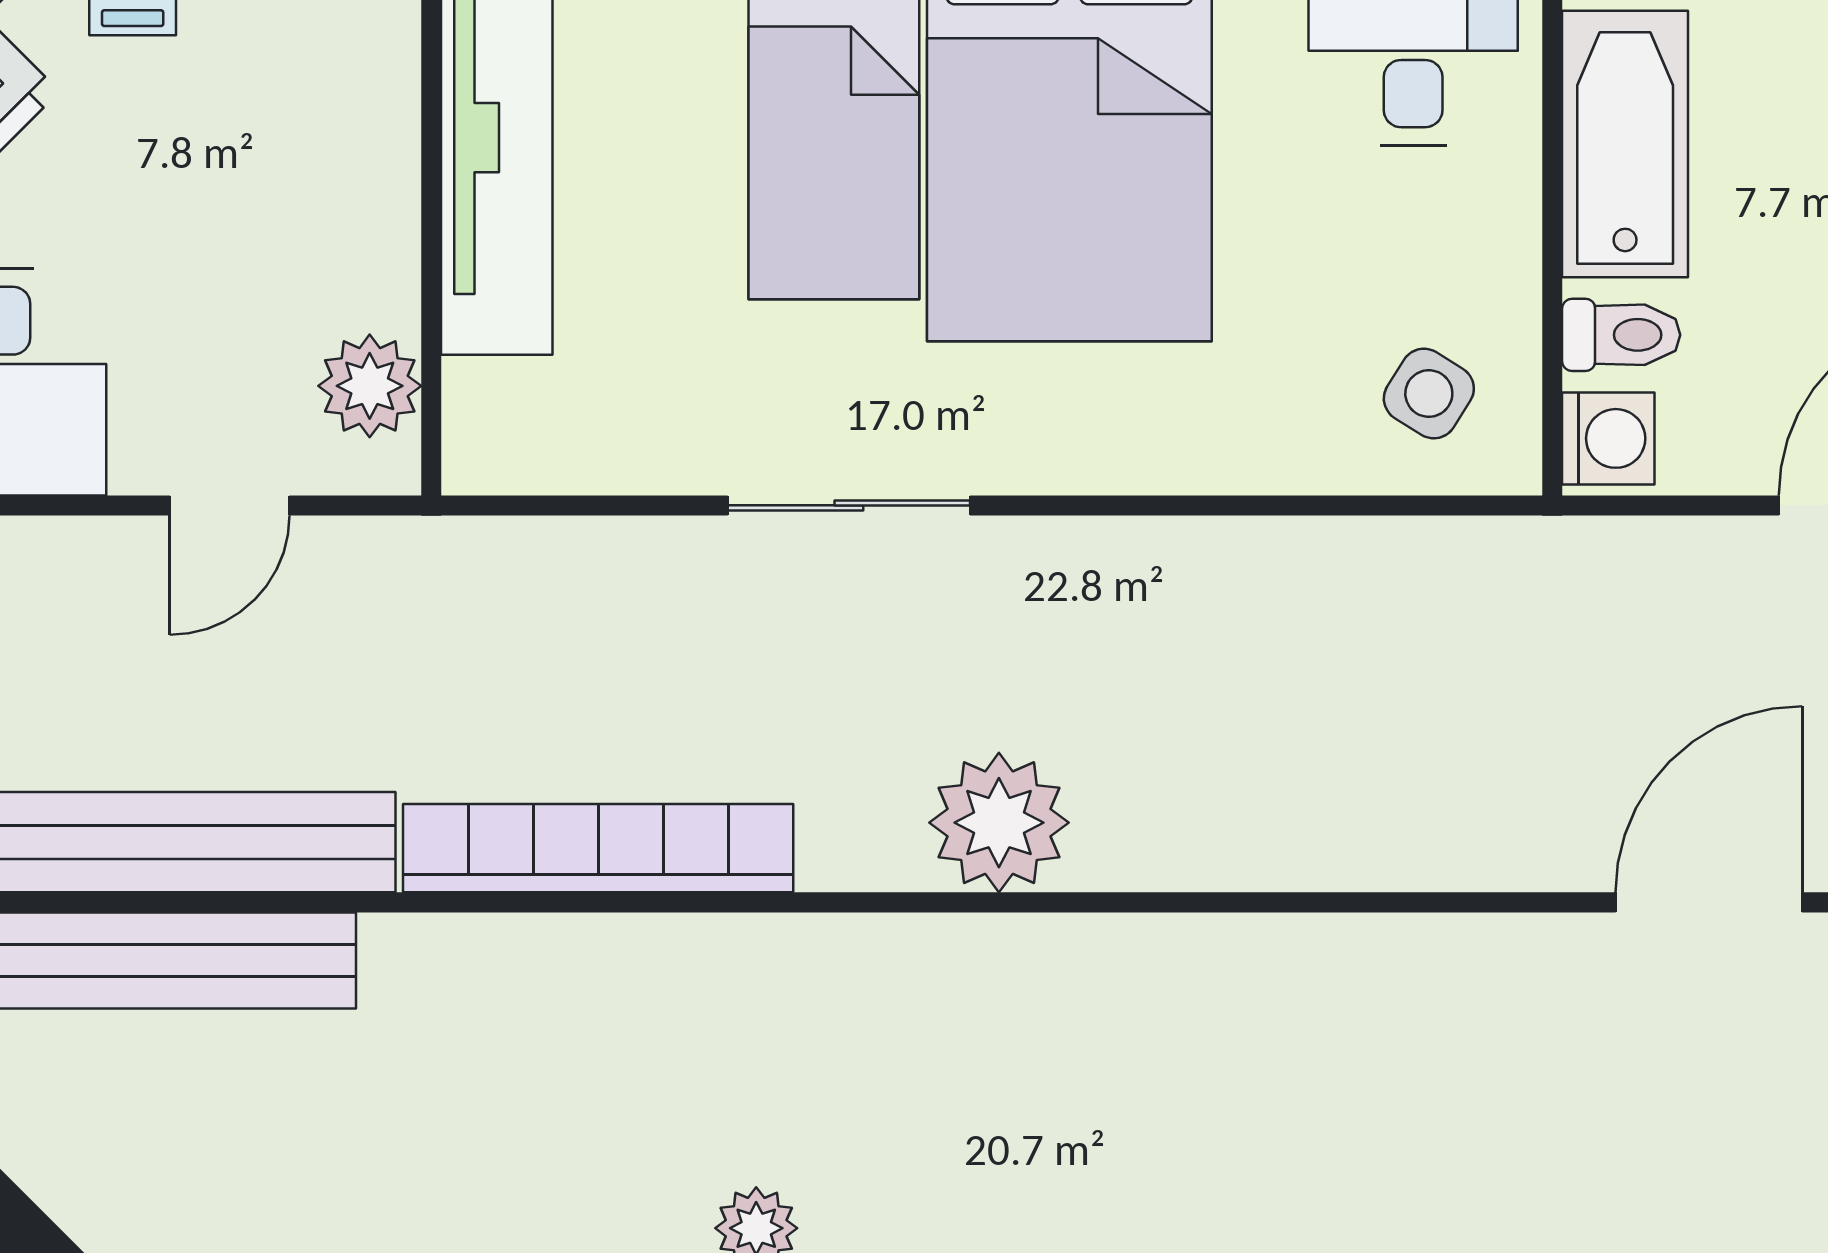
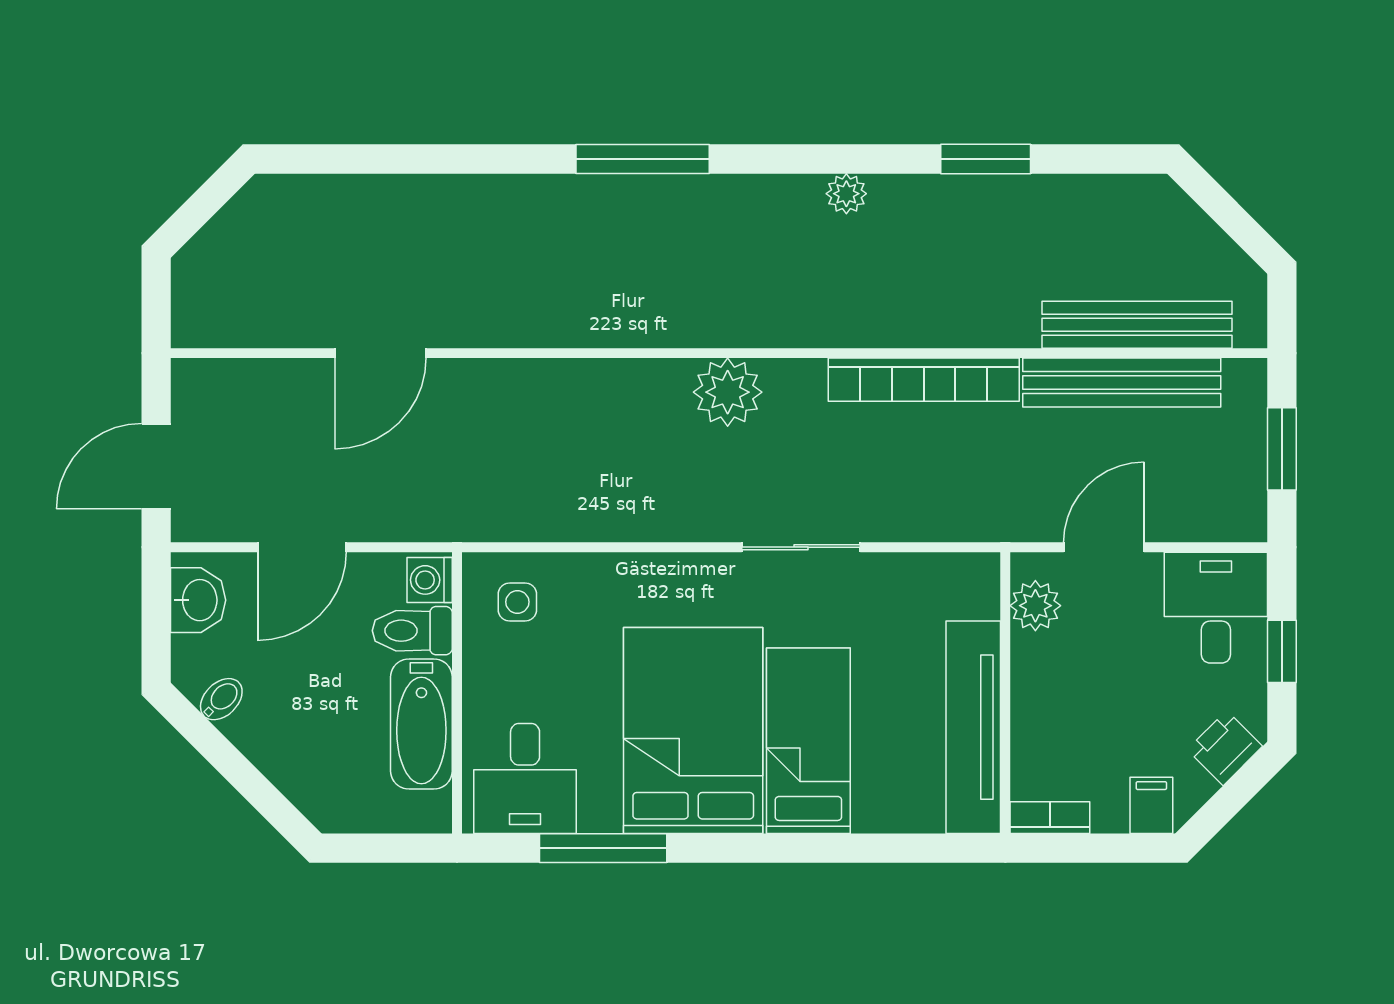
toilet: (1621, 335) -> (412, 631), width x1.37, depth x1.39
side table: (1429, 393) -> (517, 602), turned -32
door: (230, 505) -> (1104, 547), width x1.37

